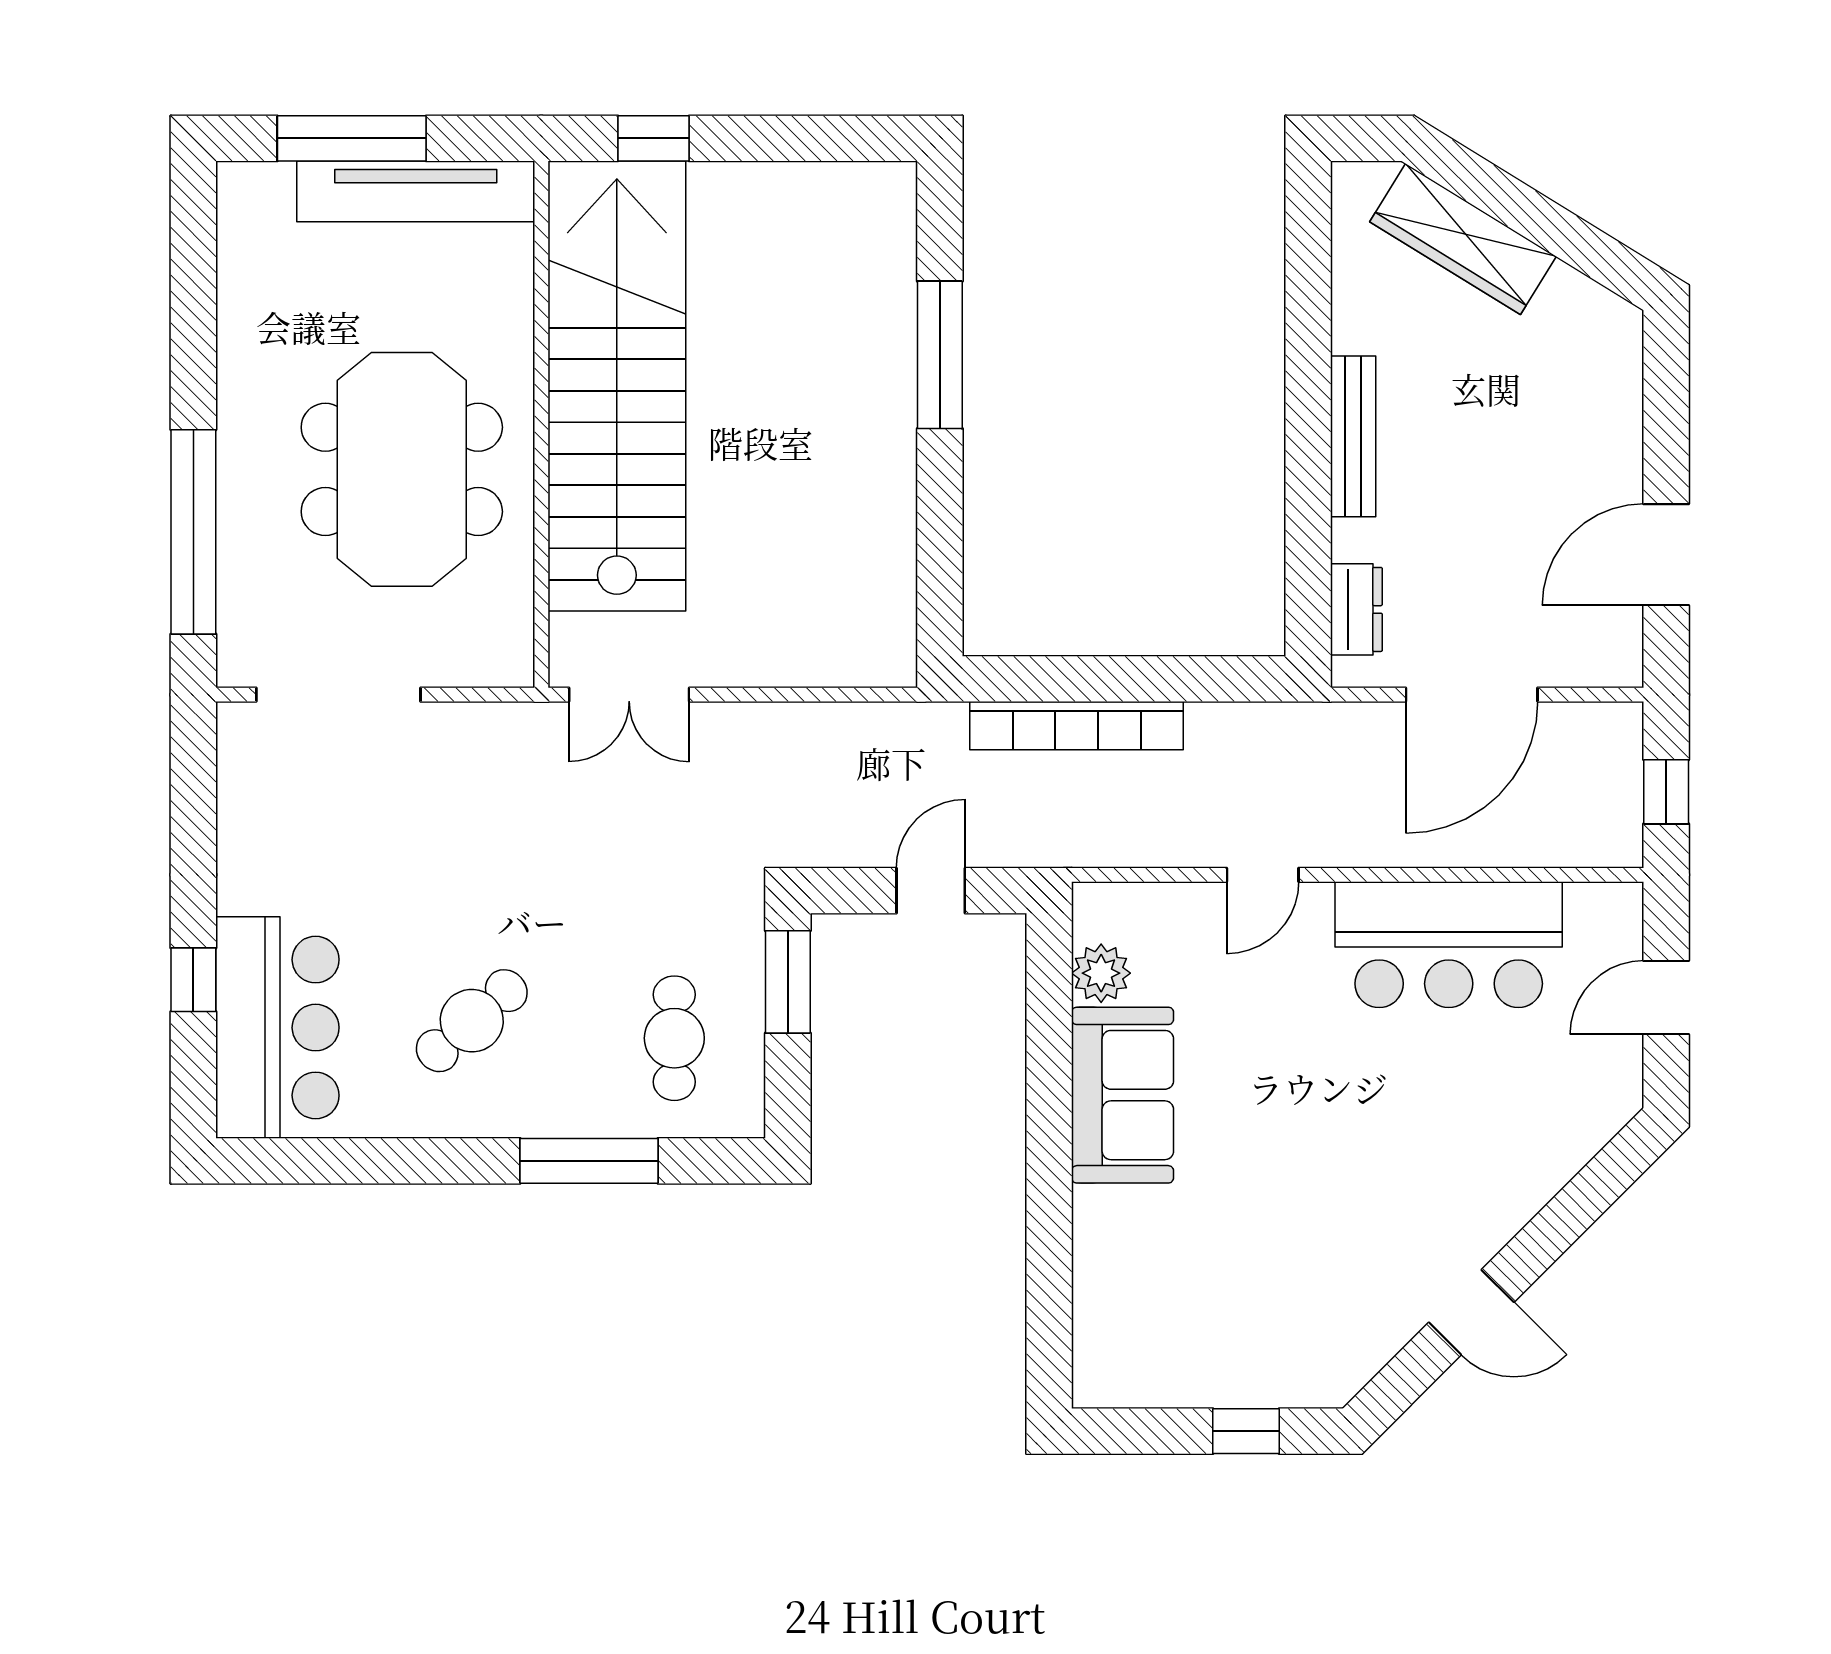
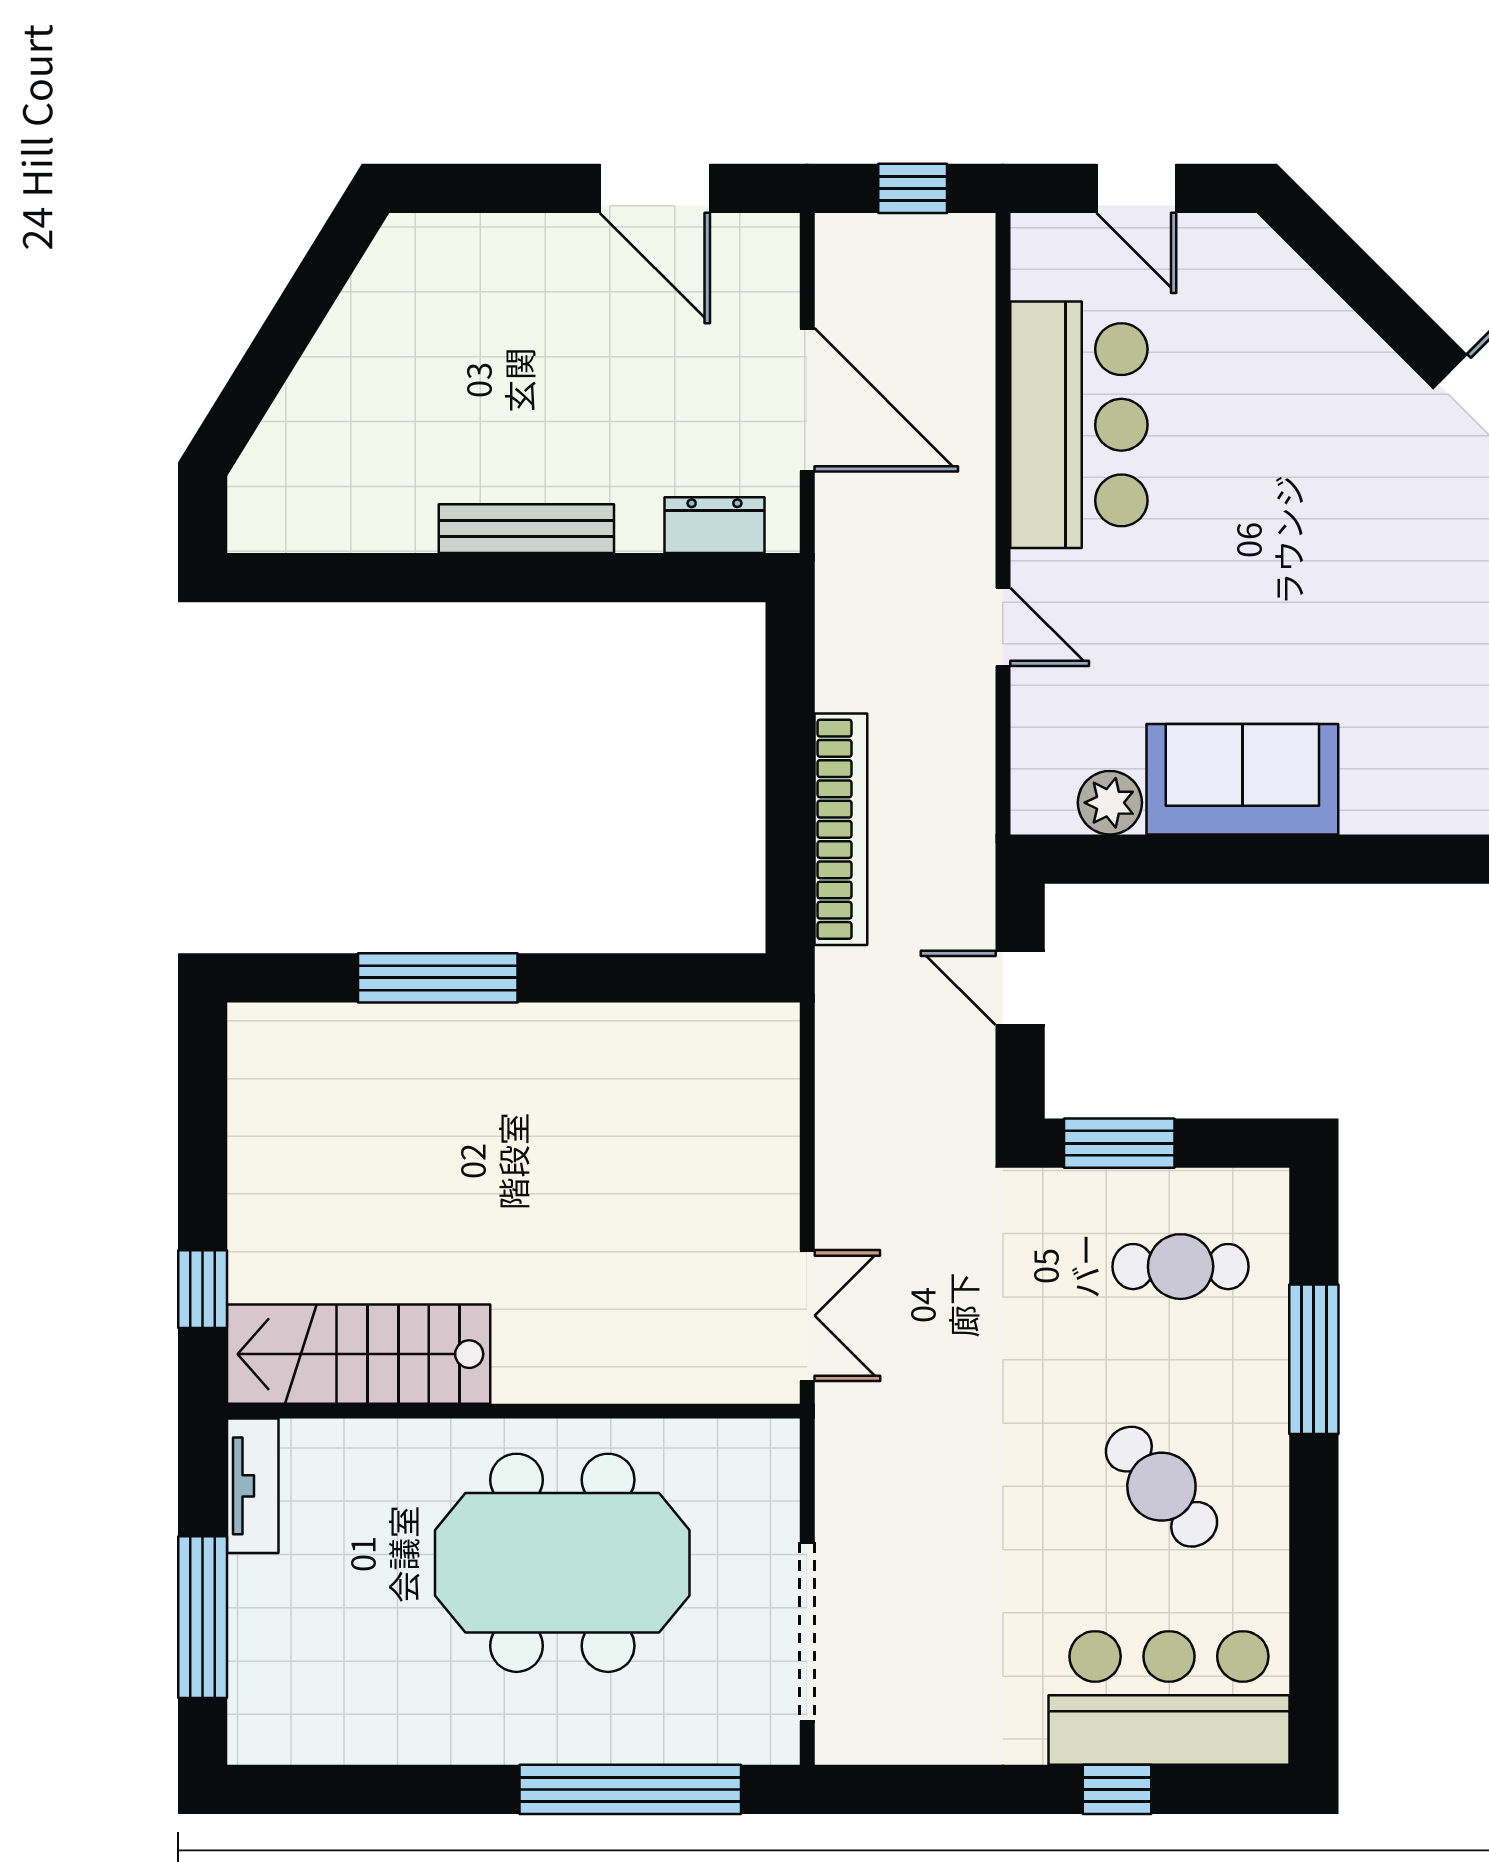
tv unit: (416, 191) -> (253, 1486), width x0.52, depth x0.78
wardrobe: (1463, 239) -> (312, 409), removed
stairs: (617, 386) -> (359, 1354), width x0.54, depth x0.66

